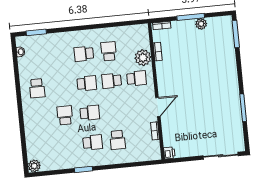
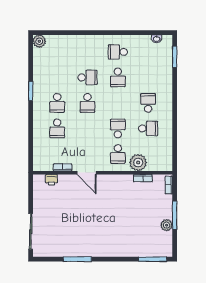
school desk: (87, 83) -> (118, 77), moved
school desk: (118, 140) -> (57, 128), turned -90
printer: (169, 153) -> (51, 180), moved

